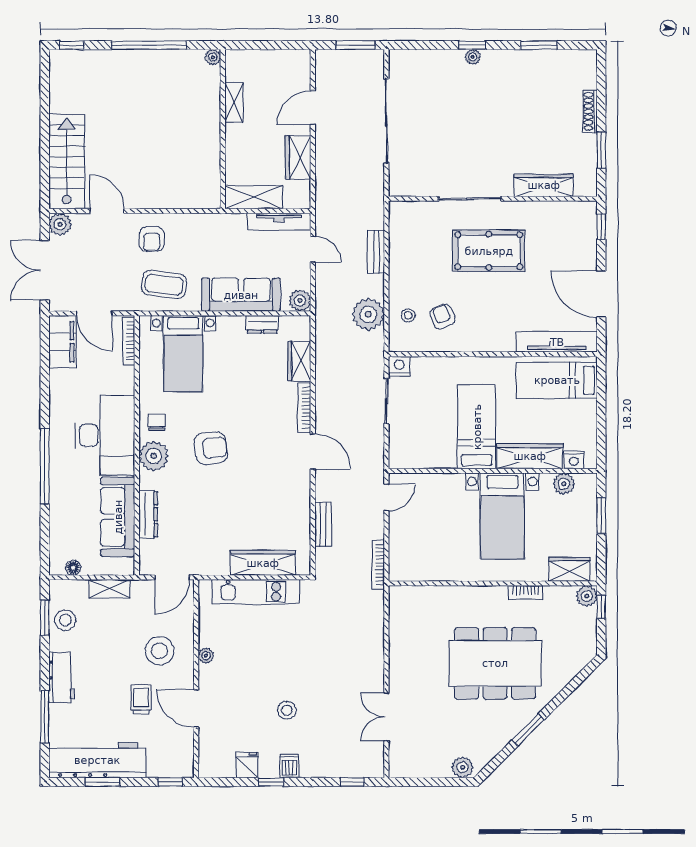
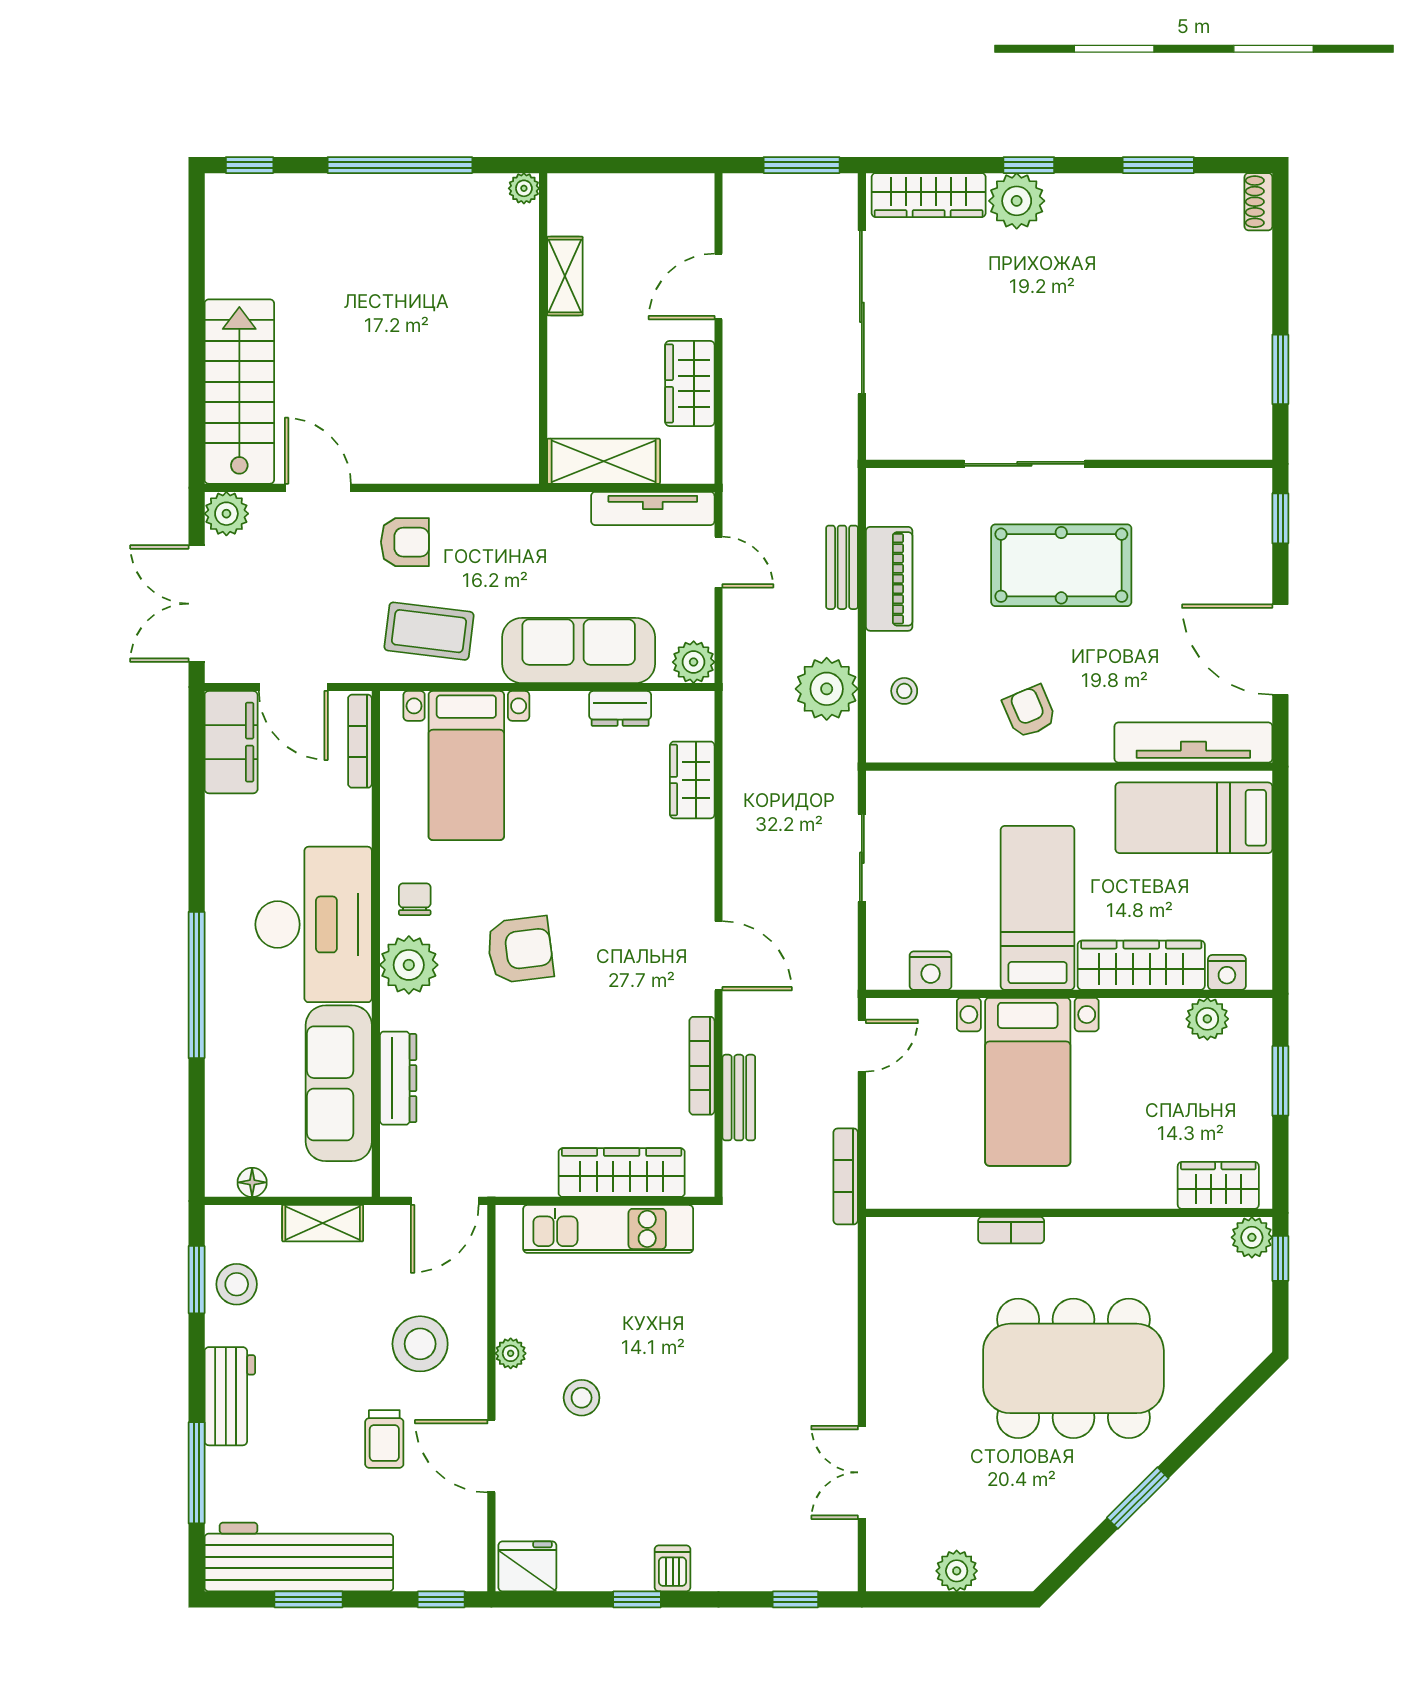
plant: (473, 57) -> (1017, 201), width x1.88, depth x1.88
shoe rack: (590, 111) -> (1258, 202), moved, width x0.70
wardrobe: (544, 185) -> (929, 195), moved, turned 180
armchair: (152, 239) -> (405, 542), turned -90
piano: (400, 258) -> (889, 579), added
armchair: (442, 317) -> (1030, 712), moved
nightstand: (399, 366) -> (931, 971), moved, turned 180
bookcase: (304, 408) -> (702, 1066), moved
bed with nightstands: (502, 516) -> (1028, 1082), moved
bookcase: (526, 592) -> (1011, 1230), moved
trolley: (141, 700) -> (384, 1439), turned 180
stool: (287, 710) -> (582, 1398), moved
fridge: (247, 765) -> (527, 1566), moved, width x1.38
plant: (463, 767) -> (957, 1571), moved

